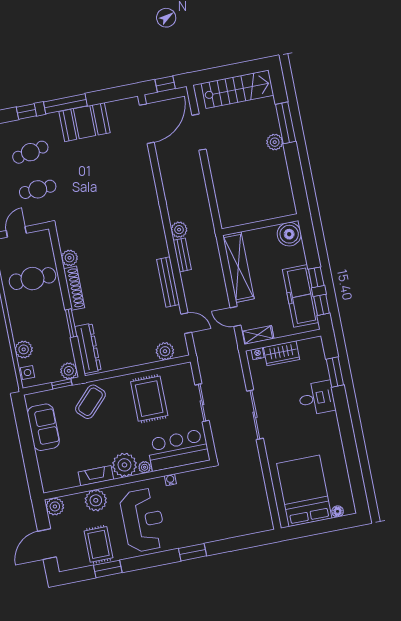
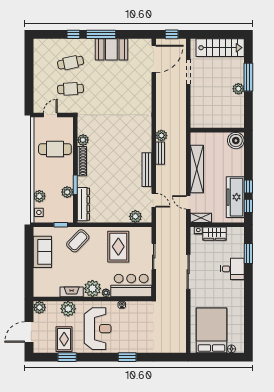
wall: (260, 225) -> (217, 130), moved
boiler: (289, 234) -> (236, 141), moved
plant: (69, 371) -> (67, 192), moved

